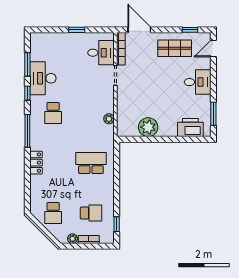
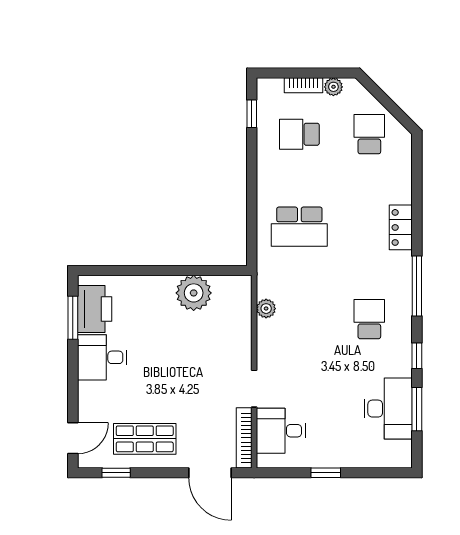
desk: (43, 78) -> (388, 409), moved
desk: (198, 82) -> (102, 357), moved
printer: (190, 128) -> (95, 309), moved, turned -90

